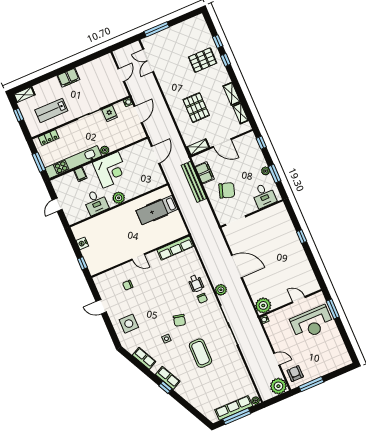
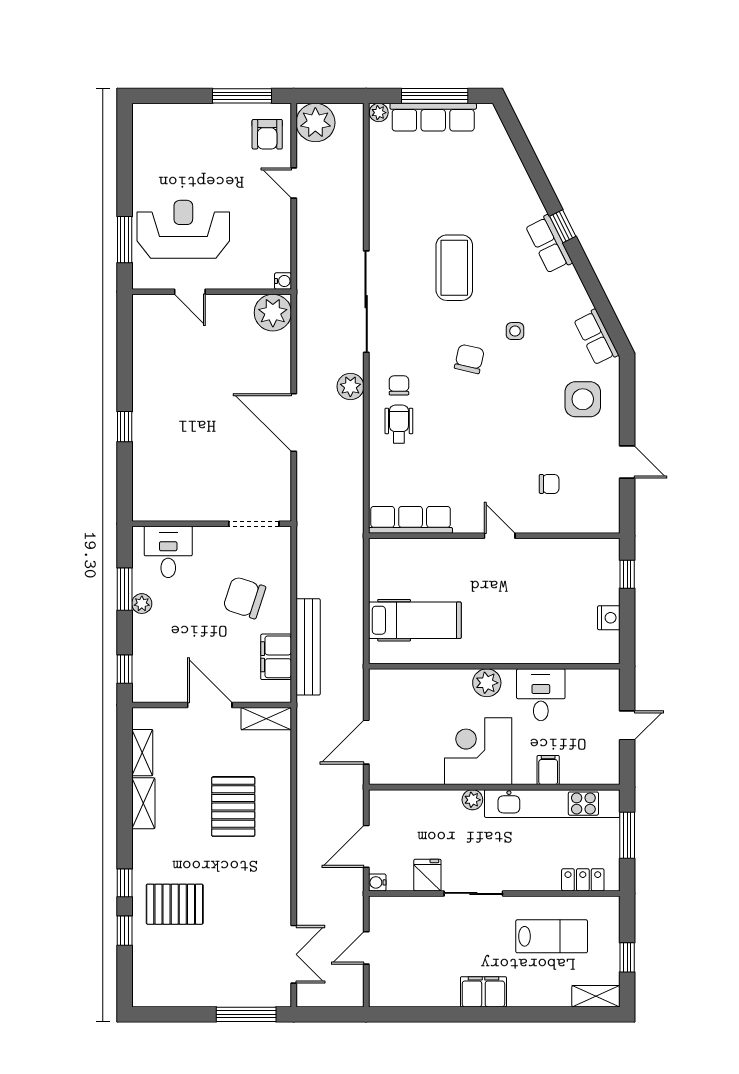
row of seats: (144, 358) -> (596, 337), moved

